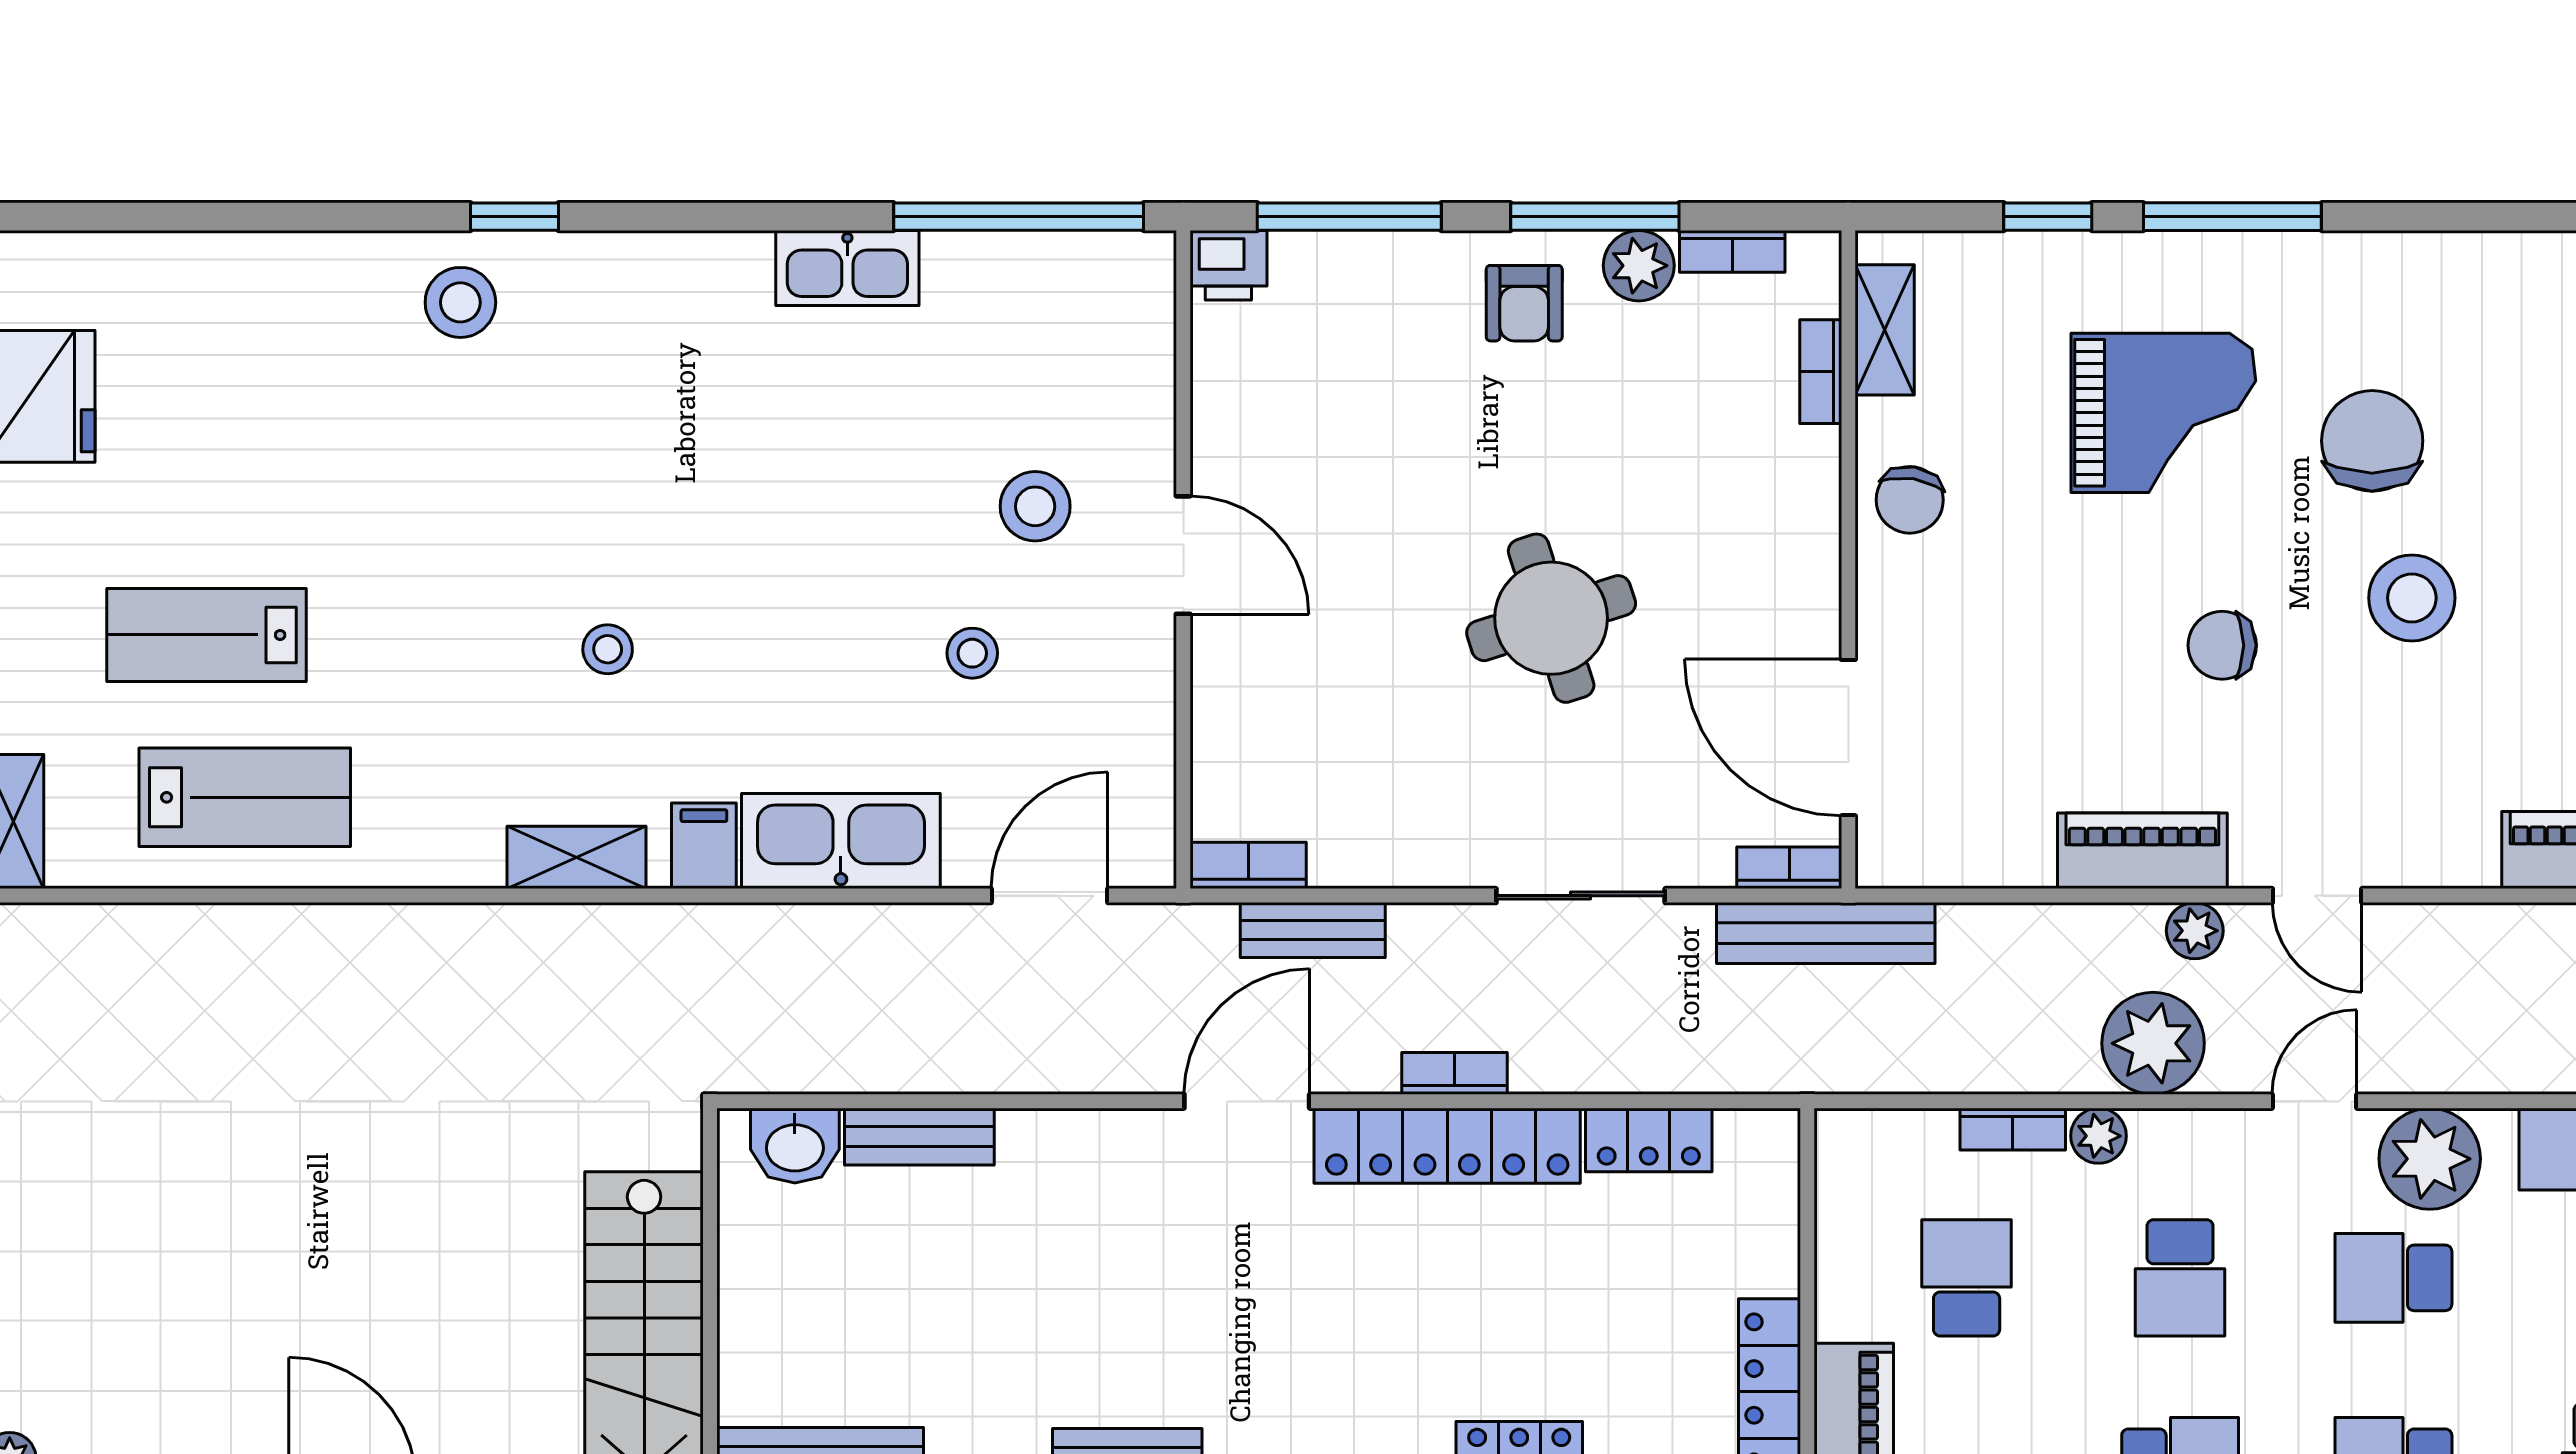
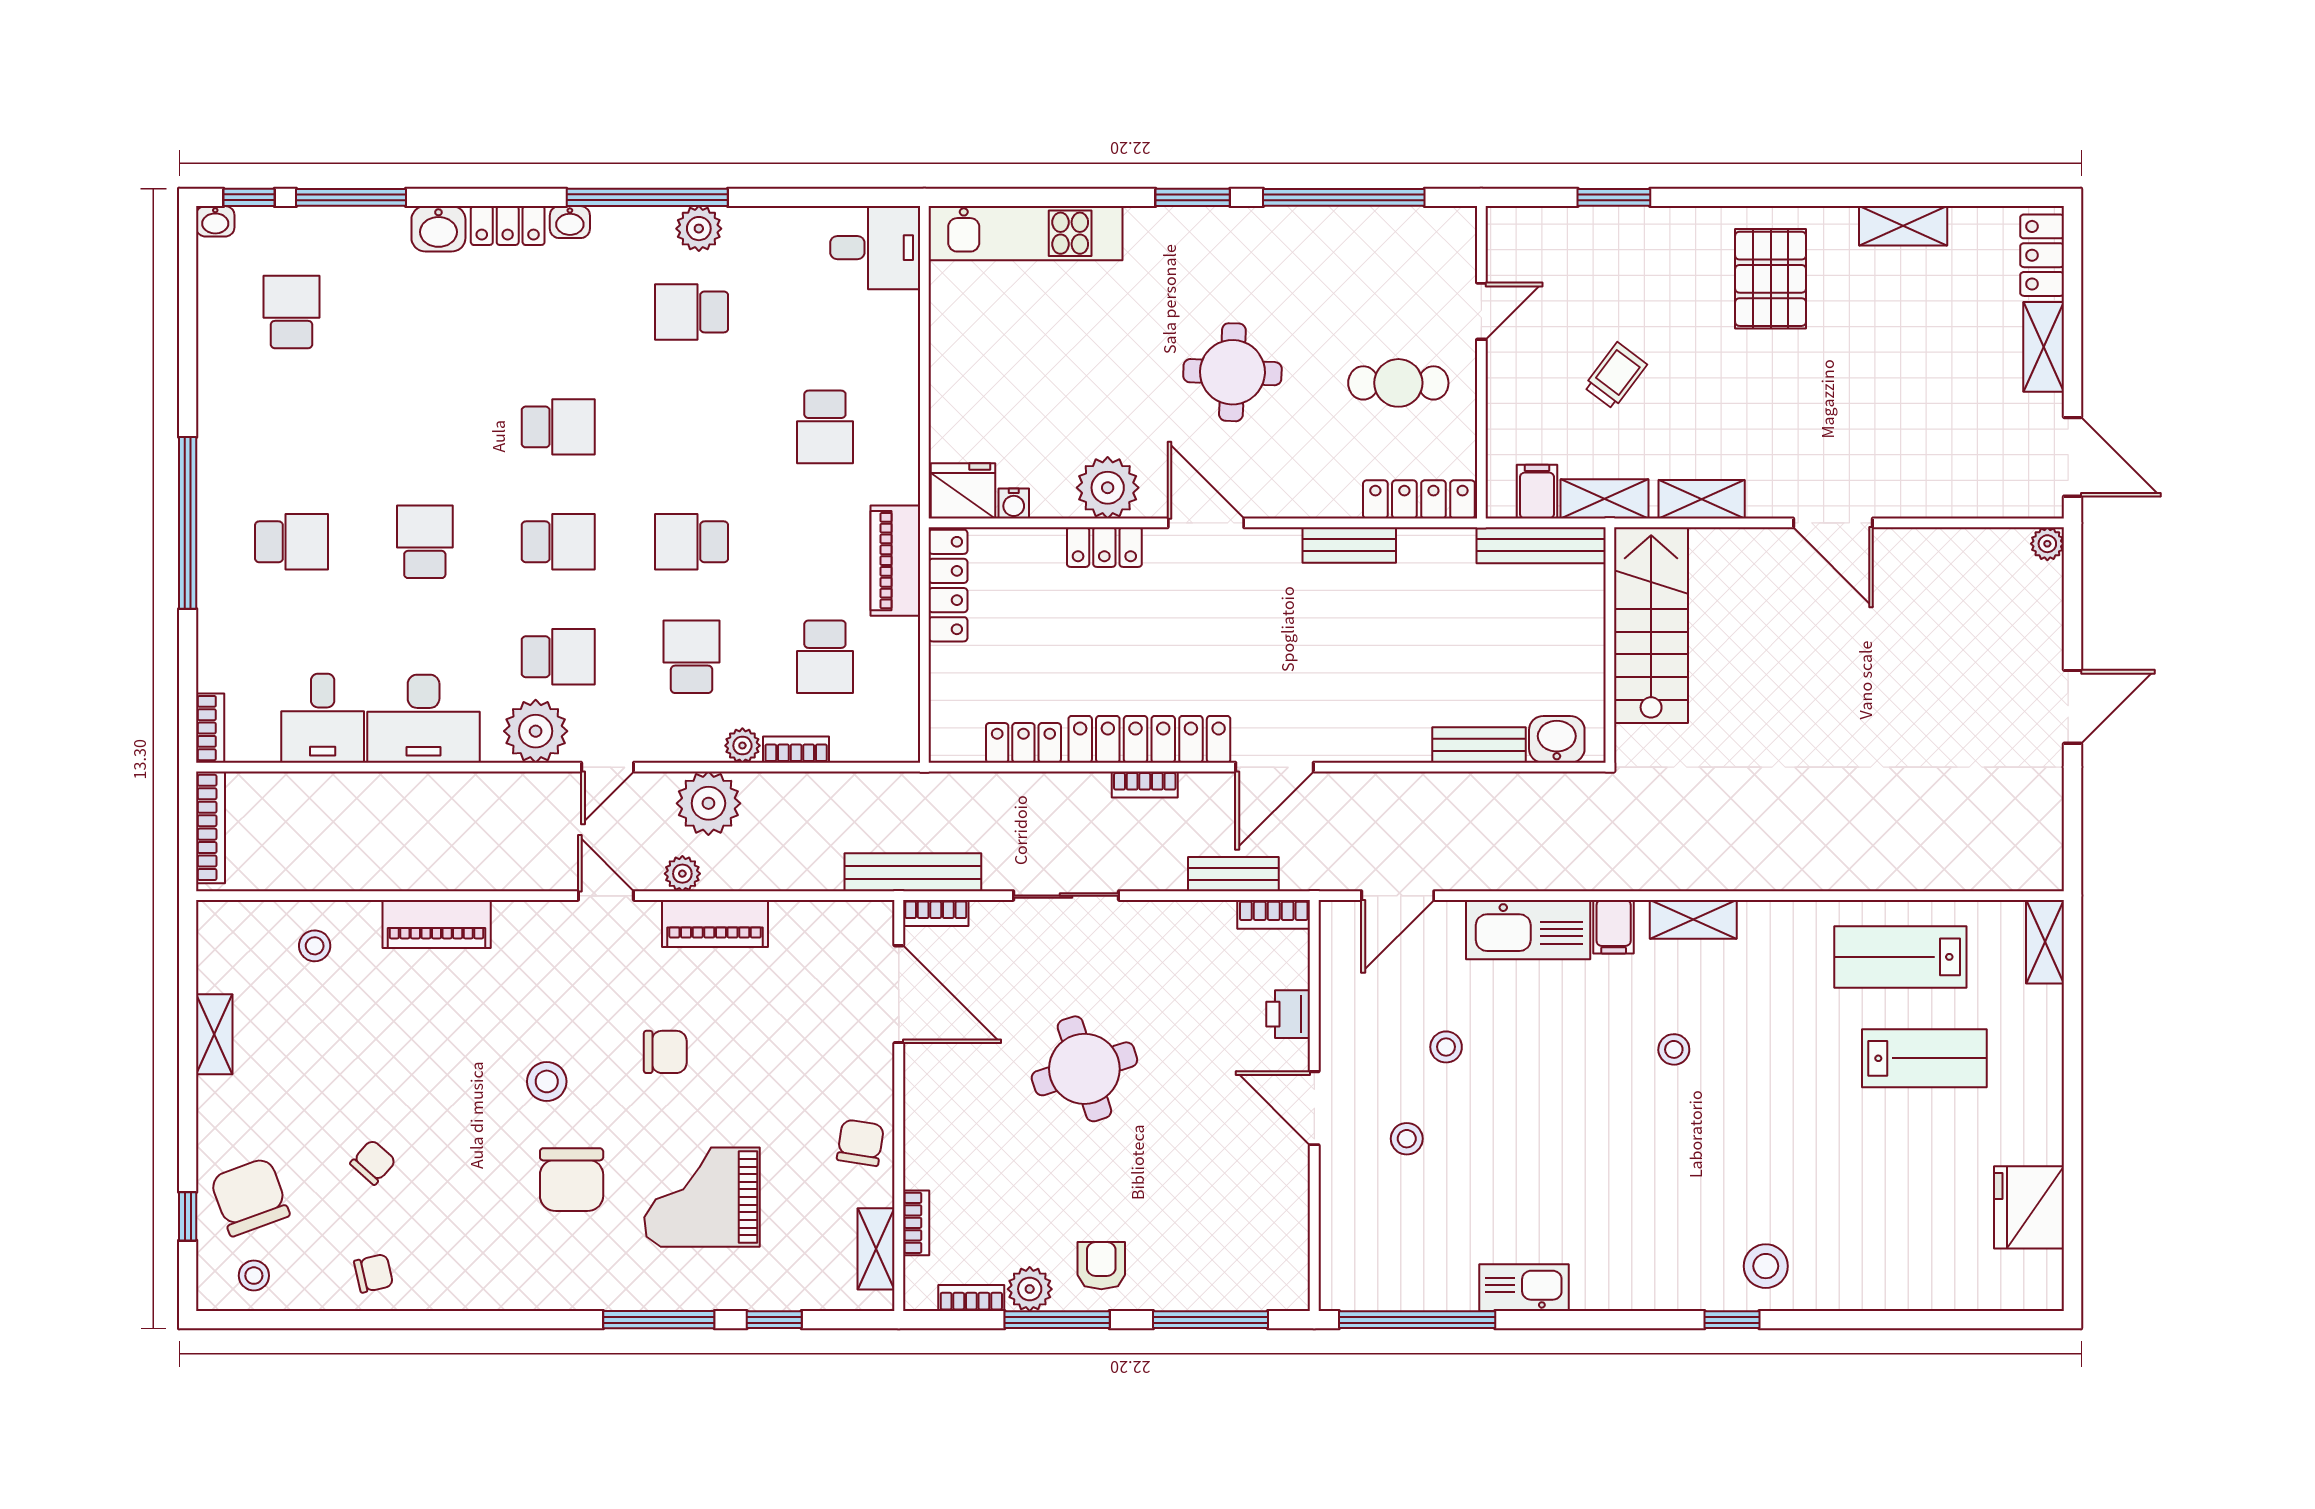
printer: (1228, 265) -> (1288, 1014), moved, turned -90
stool: (1035, 506) -> (1407, 1139), width x0.73, depth x0.73
stool: (2412, 598) -> (547, 1081), width x0.73, depth x0.73

